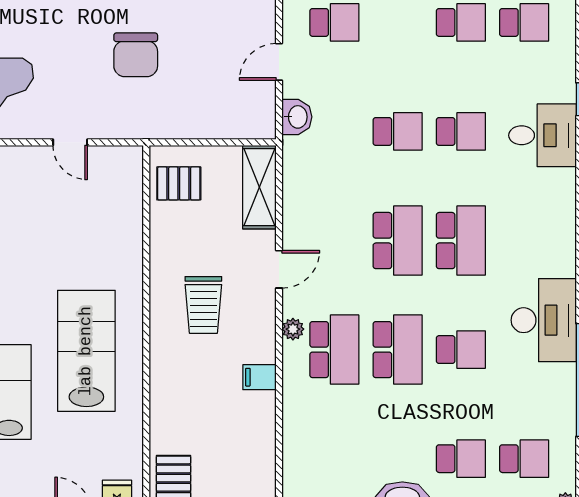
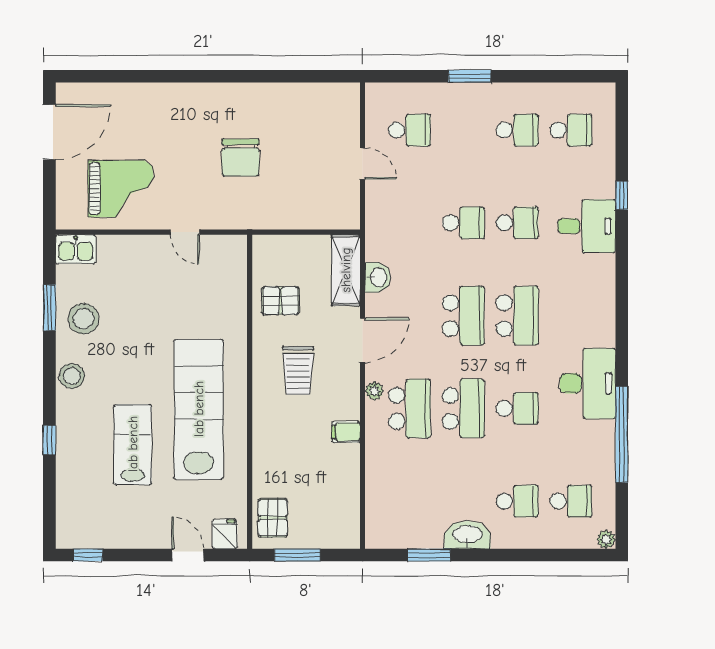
door: (279, 62) -> (363, 164), swing flipped
washbasin: (297, 117) -> (378, 277), moved
pallet: (179, 183) -> (280, 301), moved
door: (279, 269) -> (363, 340), width x1.38
lab bench: (86, 351) -> (199, 409), width x1.36

